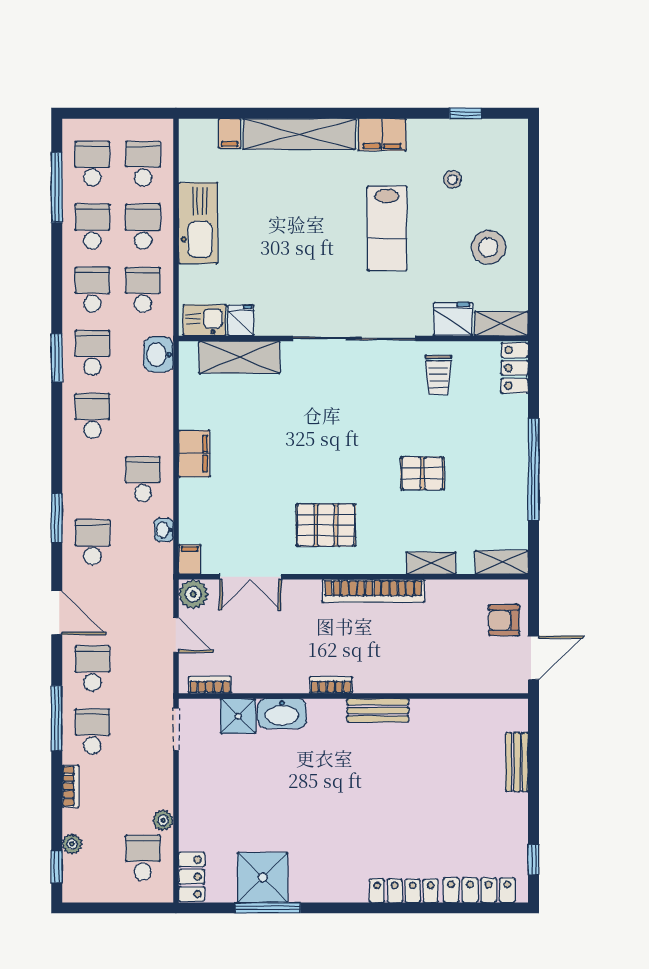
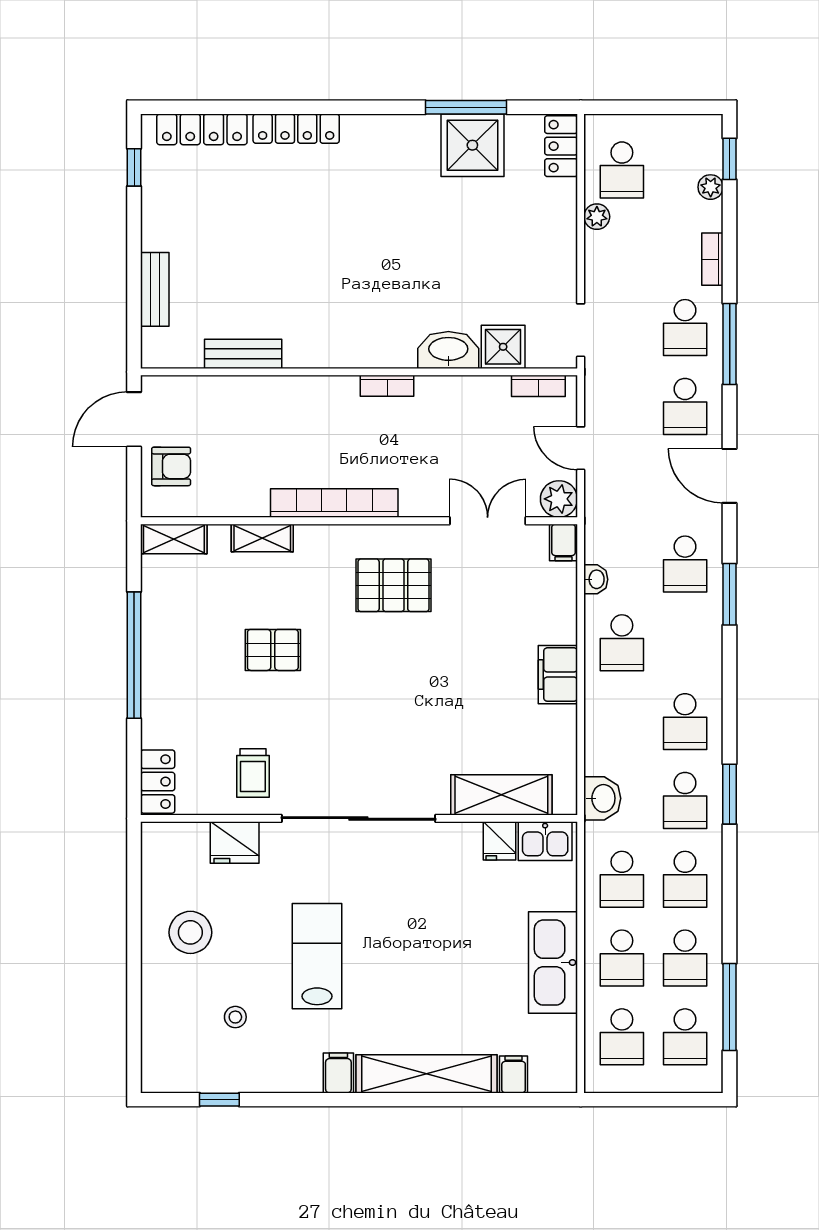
filing cabinet: (382, 135) -> (338, 1073), width x0.50
shelving: (501, 324) -> (174, 837), removed
trolley: (438, 375) -> (253, 773), turned 180
bench: (378, 710) -> (243, 354), moved

